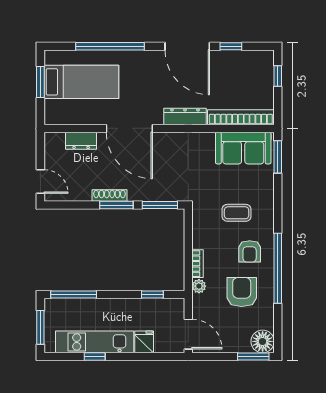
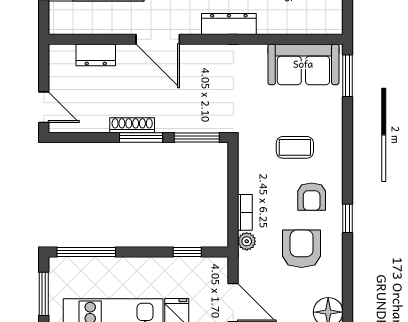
bookcase: (241, 117) -> (300, 25), removed
door: (129, 128) -> (158, 39), width x0.73
window: (278, 268) -> (348, 218), width x0.32

